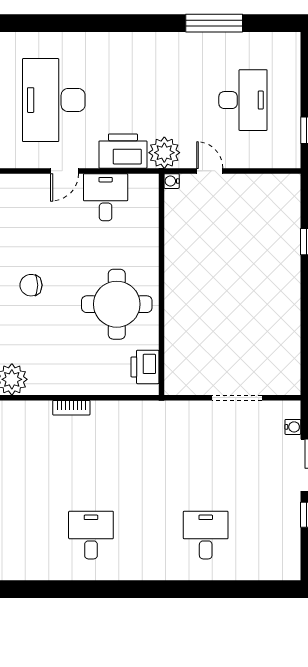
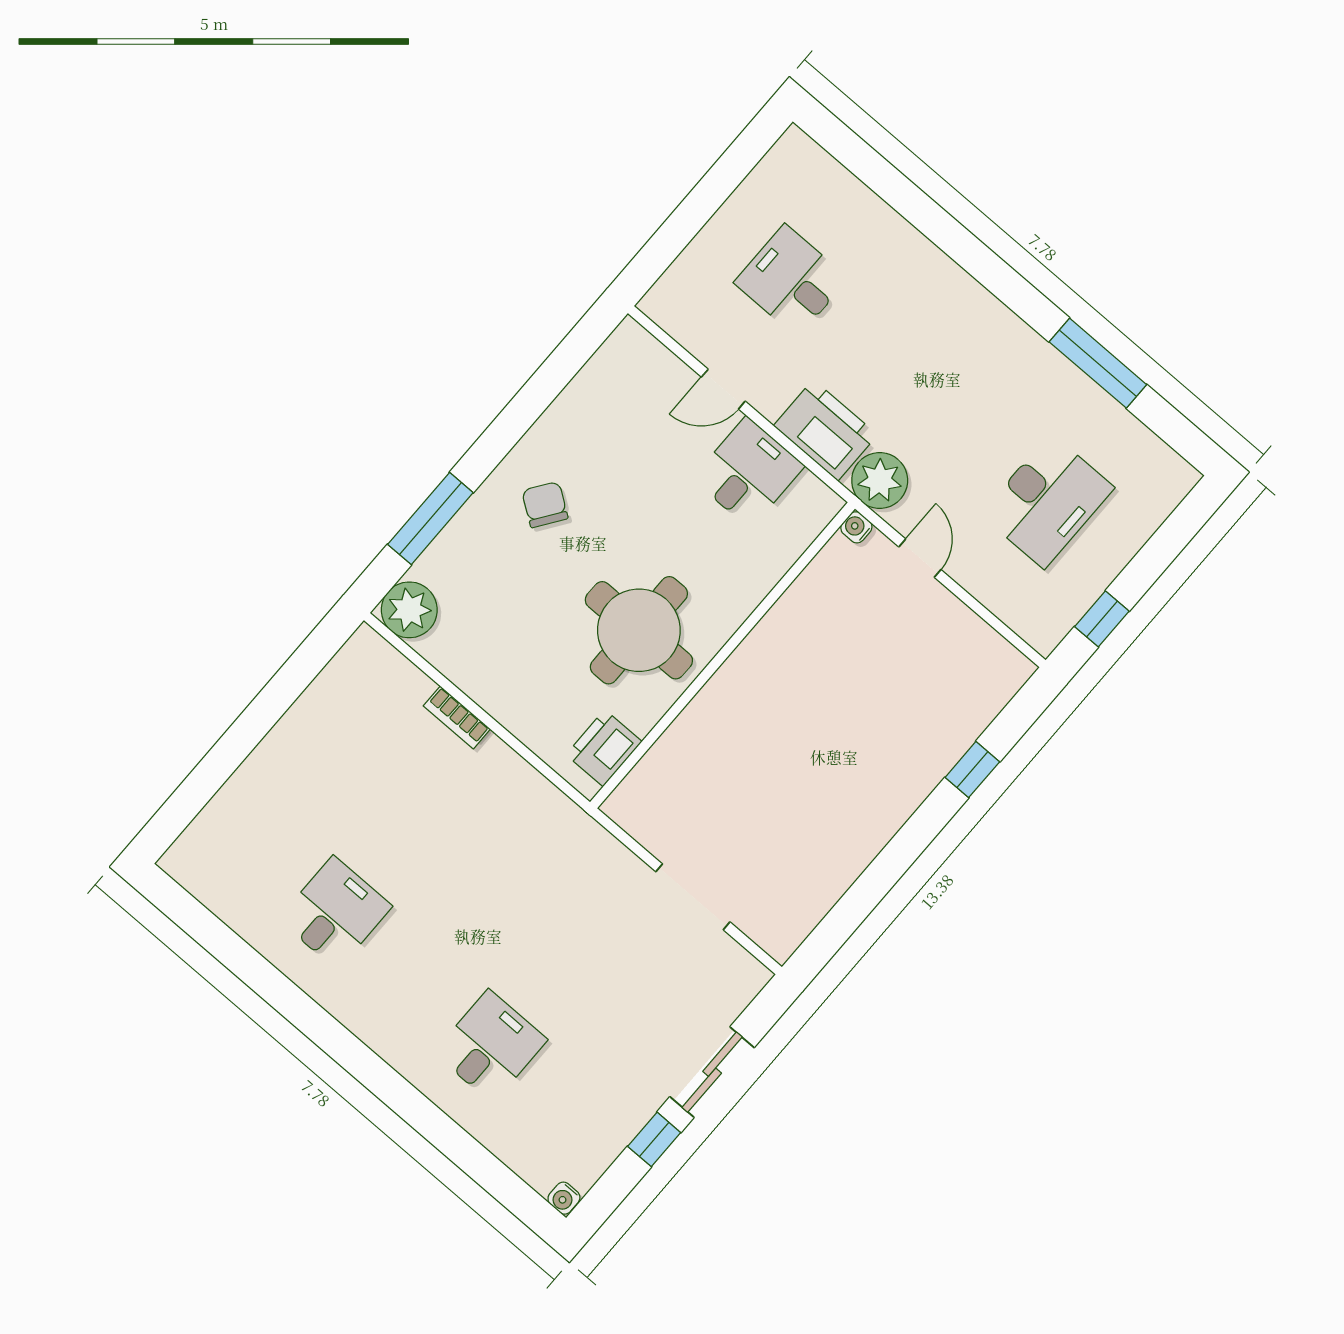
desk: (54, 100) -> (791, 281), width x0.53, depth x0.77
chair: (31, 285) -> (545, 505), turned 35
water cooler: (293, 427) -> (564, 1198), moved, turned 90

